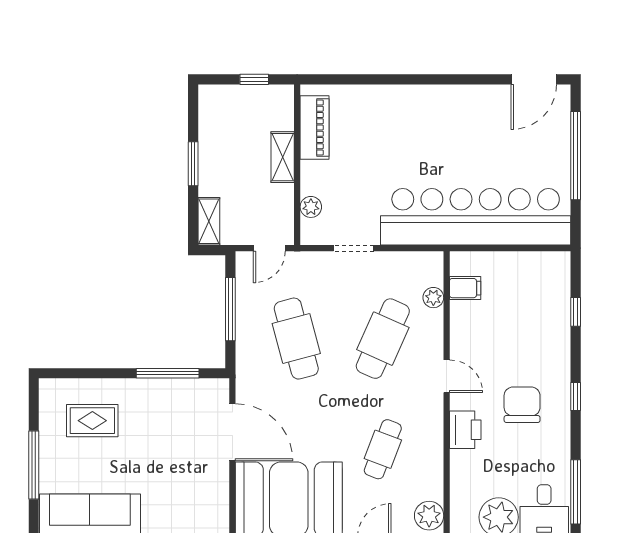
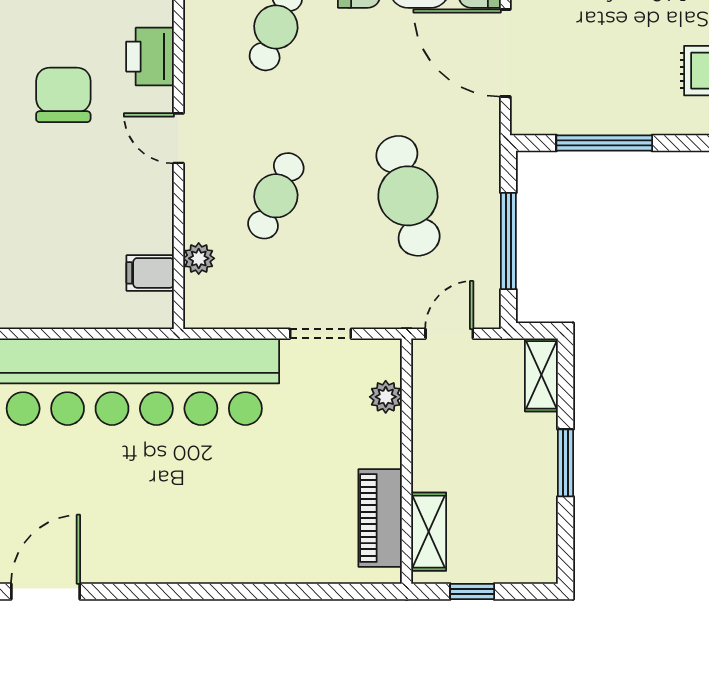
shelving: (283, 157) -> (429, 532), moved
cafe table: (383, 339) -> (276, 196), width x0.73, depth x0.74
chair: (522, 405) -> (63, 95), turned 180

